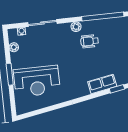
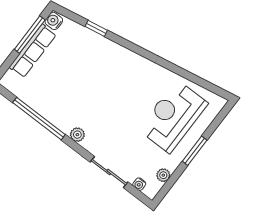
wheelchair: (90, 41) -> (78, 106), removed
reception desk: (37, 81) -> (173, 116), turned -90
row of seats: (102, 84) -> (107, 48), removed

